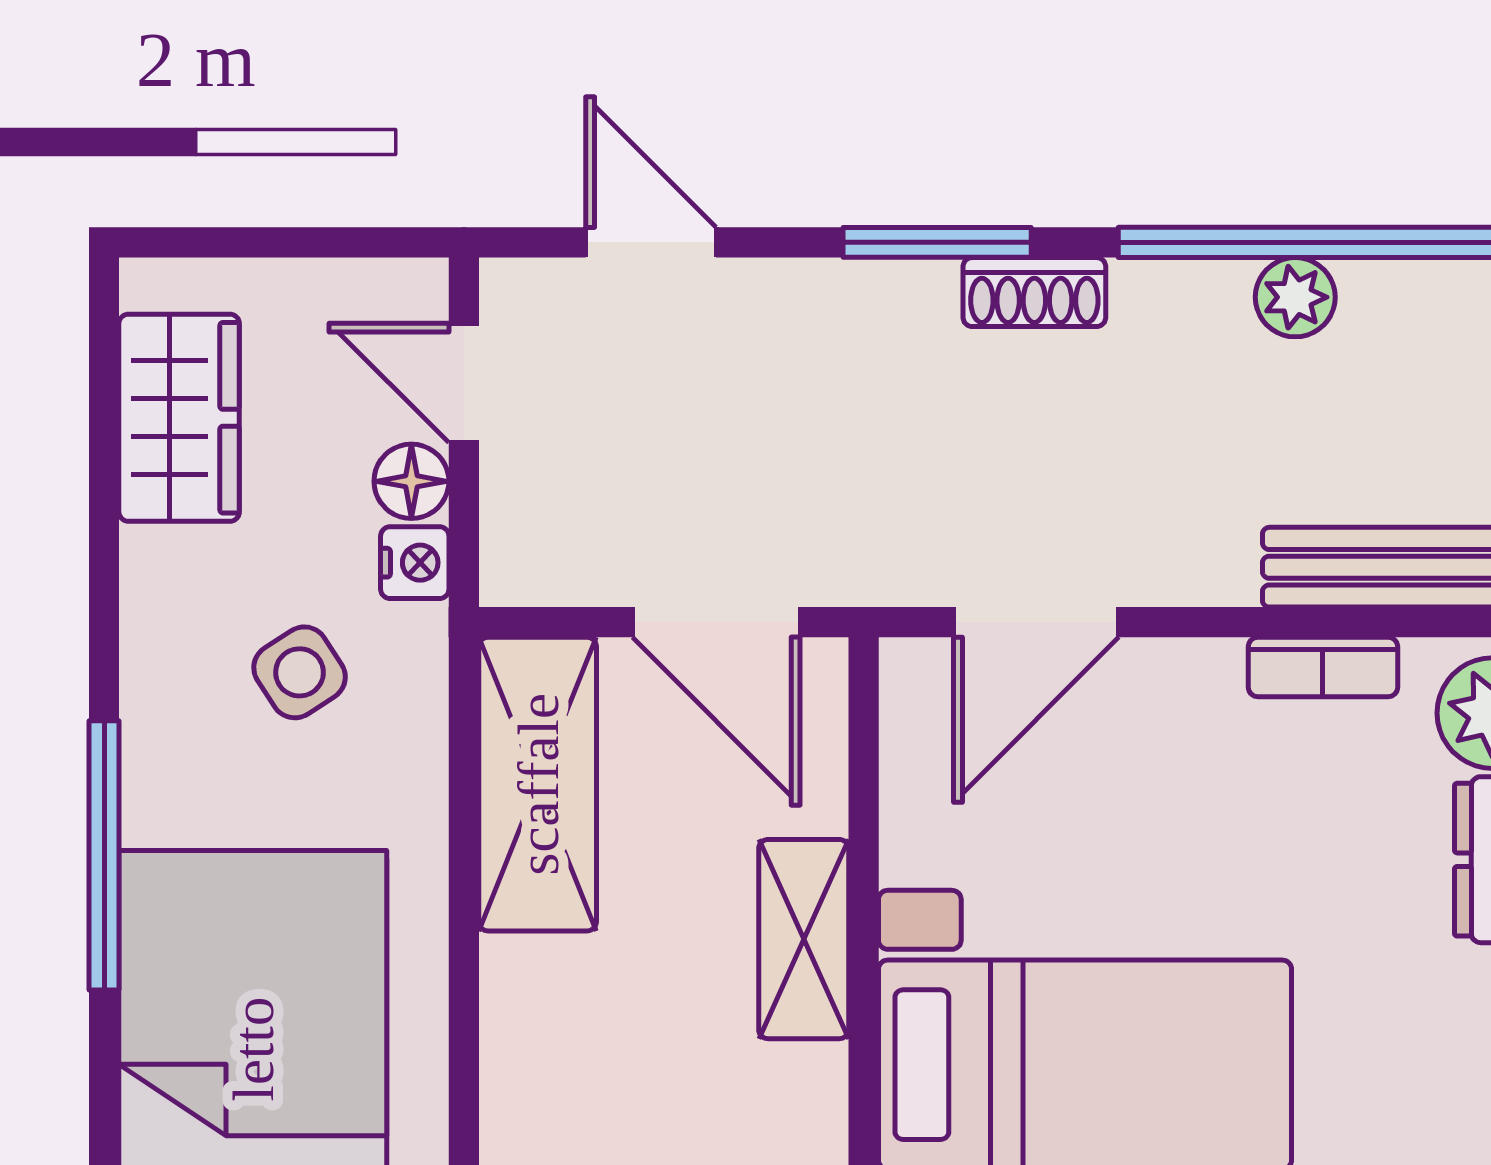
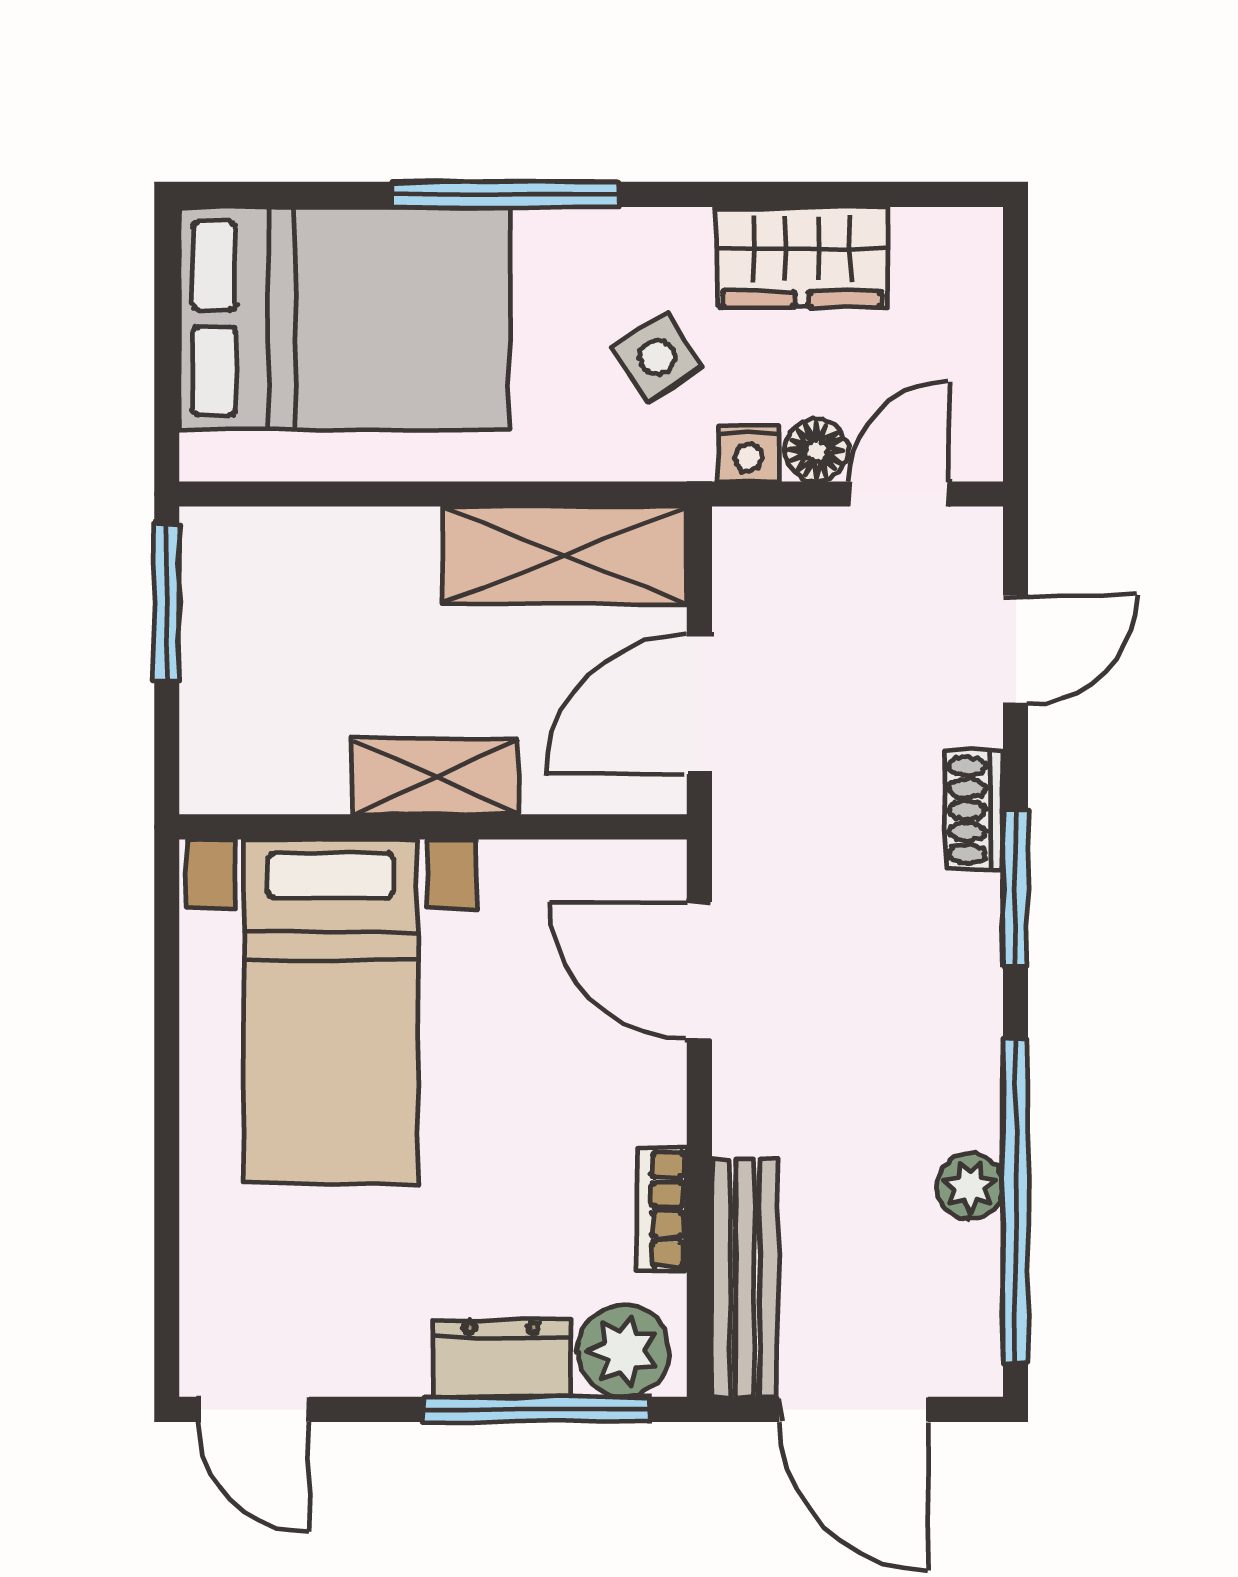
shoe rack: (1034, 292) -> (974, 810), moved
wardrobe: (179, 418) -> (802, 257), moved

